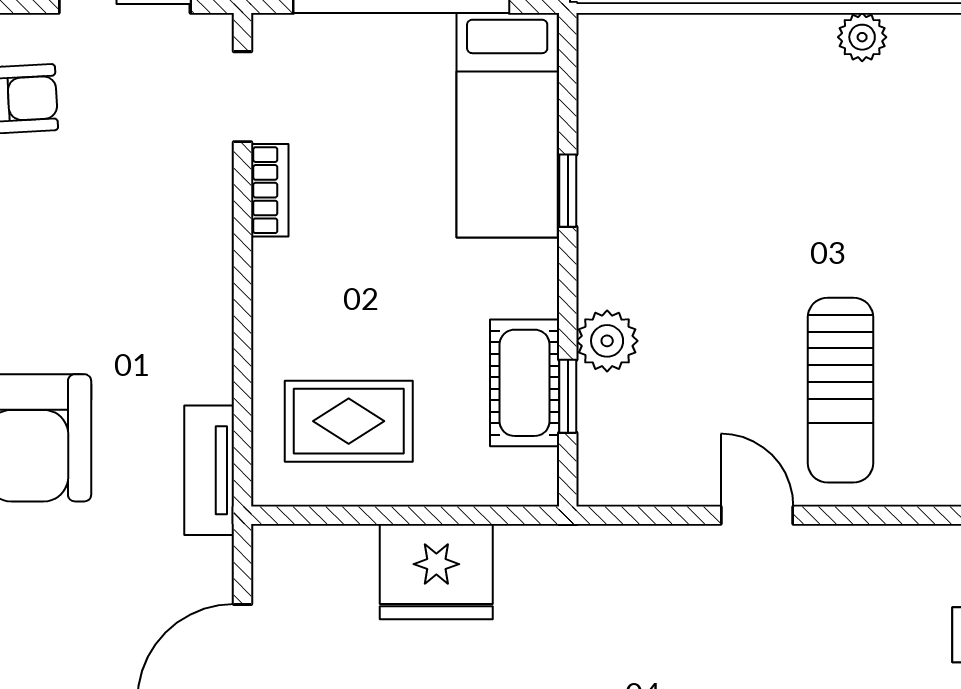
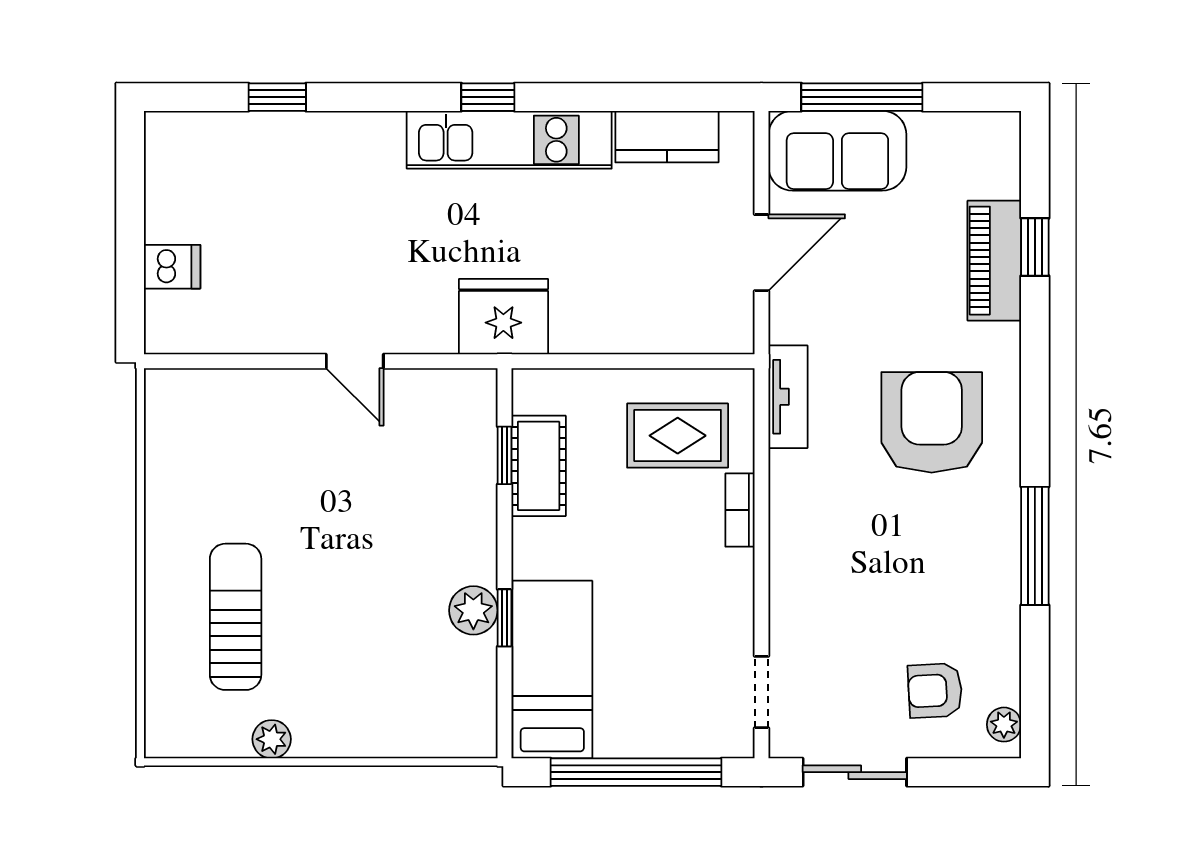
bookcase: (270, 190) -> (740, 510), moved
plant: (607, 341) -> (473, 610), moved
sun lounger: (841, 390) -> (236, 617), moved
fridge: (436, 572) -> (503, 317), moved

